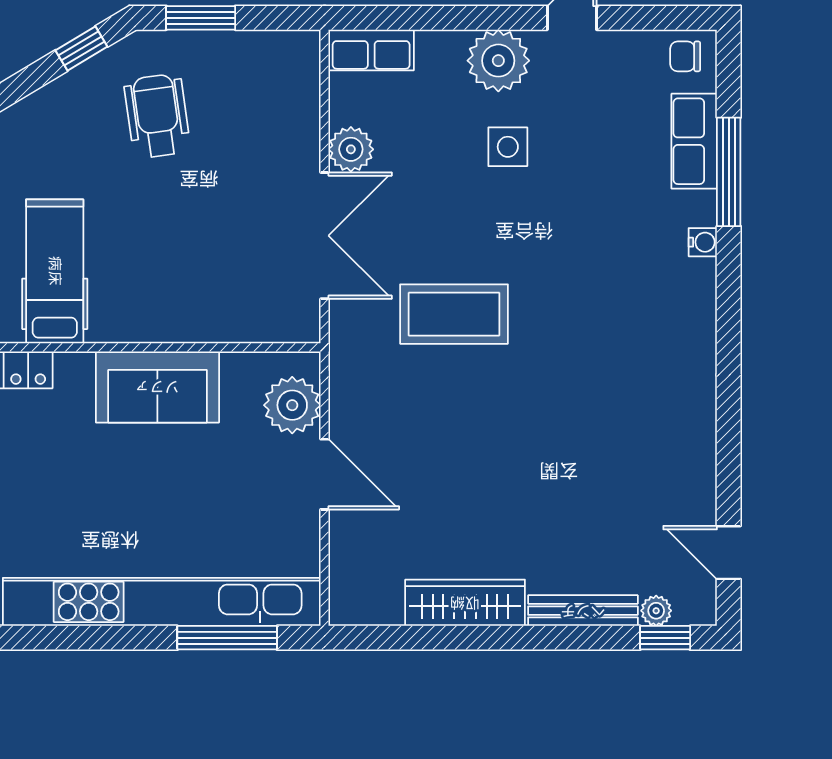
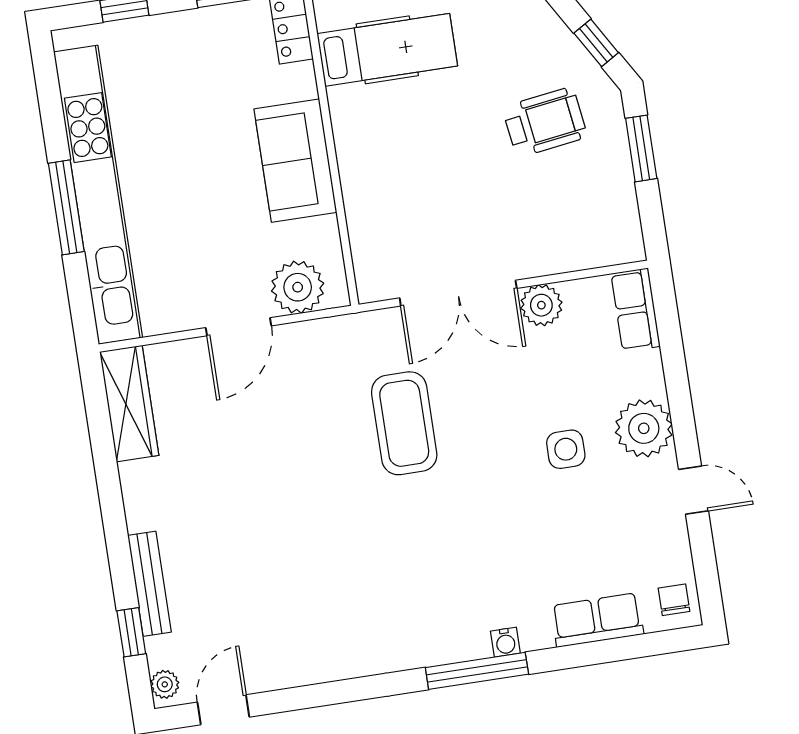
window: (729, 172) -> (477, 671), moved
wardrobe: (465, 603) -> (129, 404), moved
plant: (656, 611) -> (165, 684), moved
window: (227, 638) -> (66, 207), moved
window: (665, 638) -> (131, 632), moved

